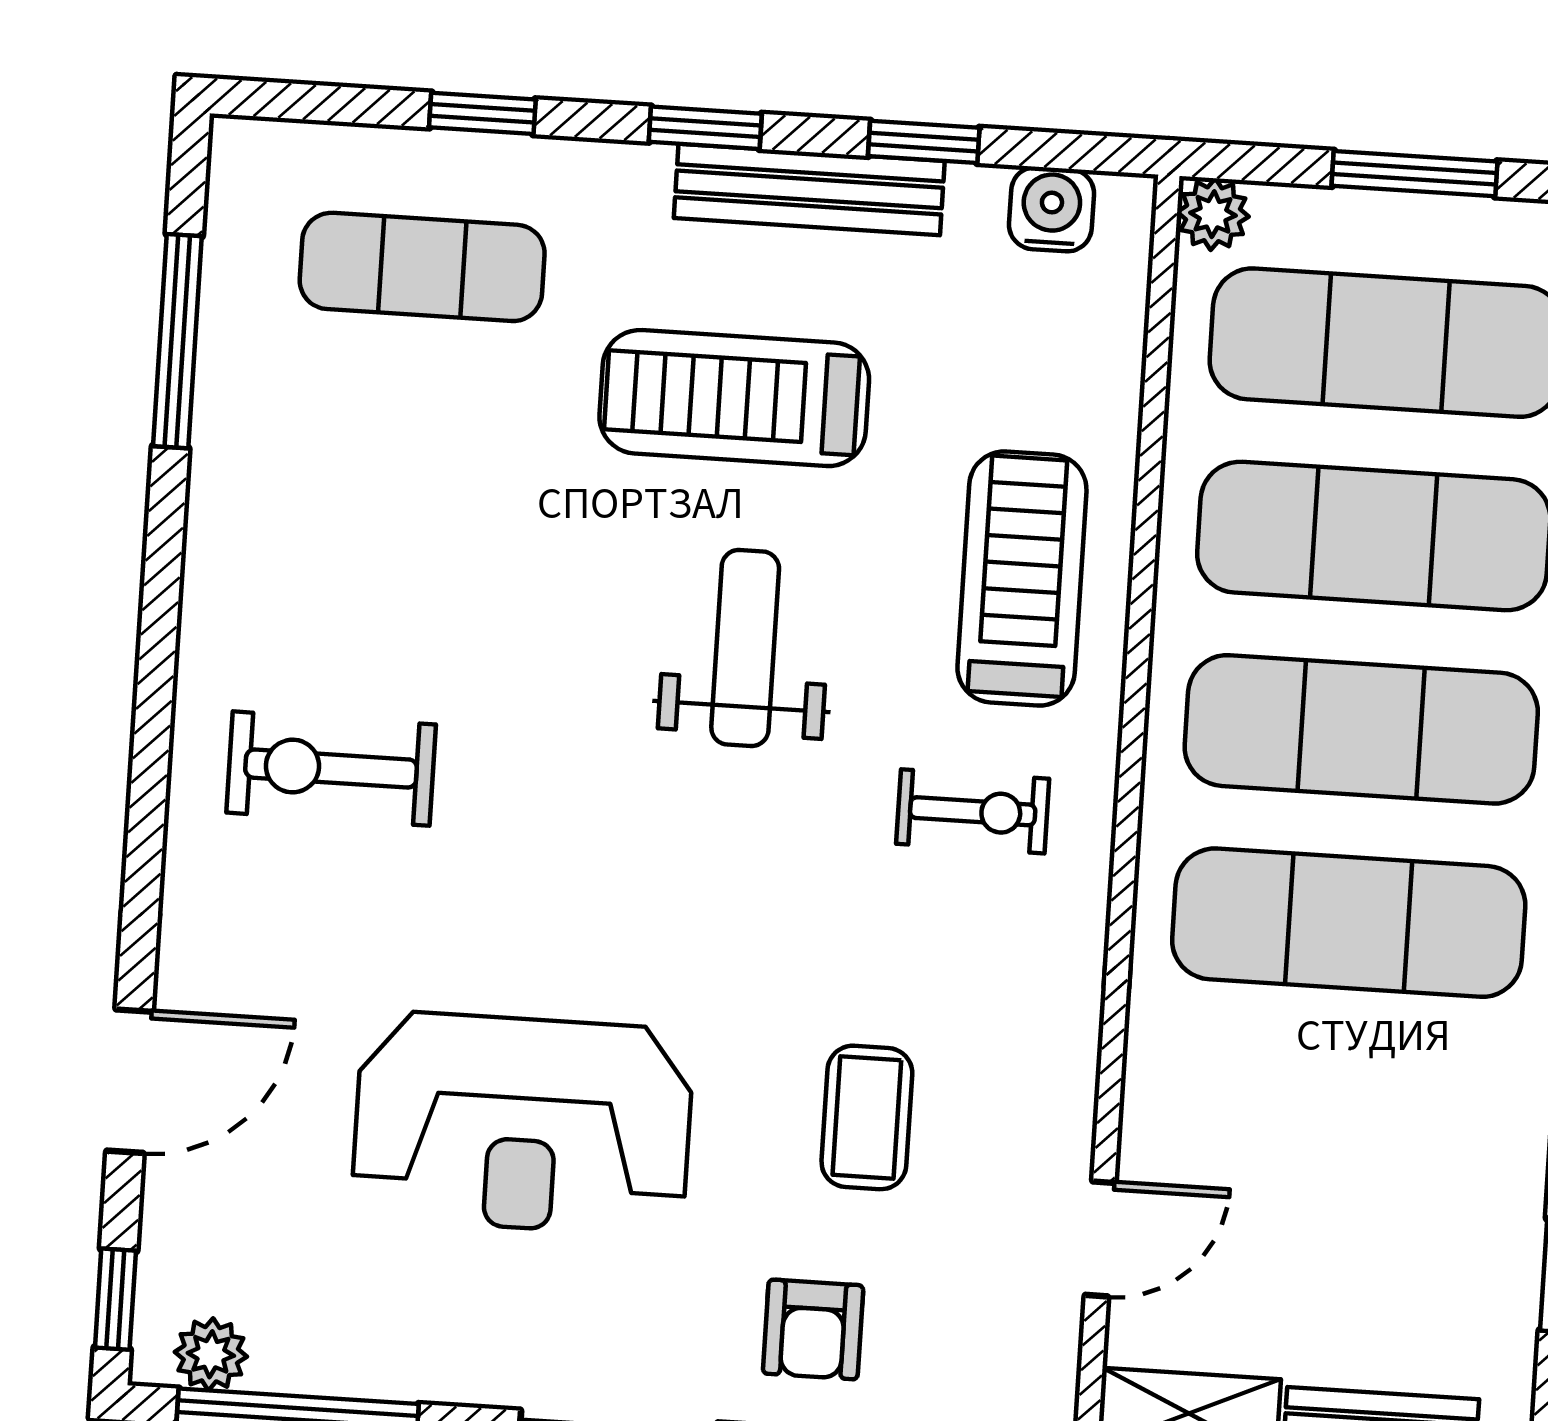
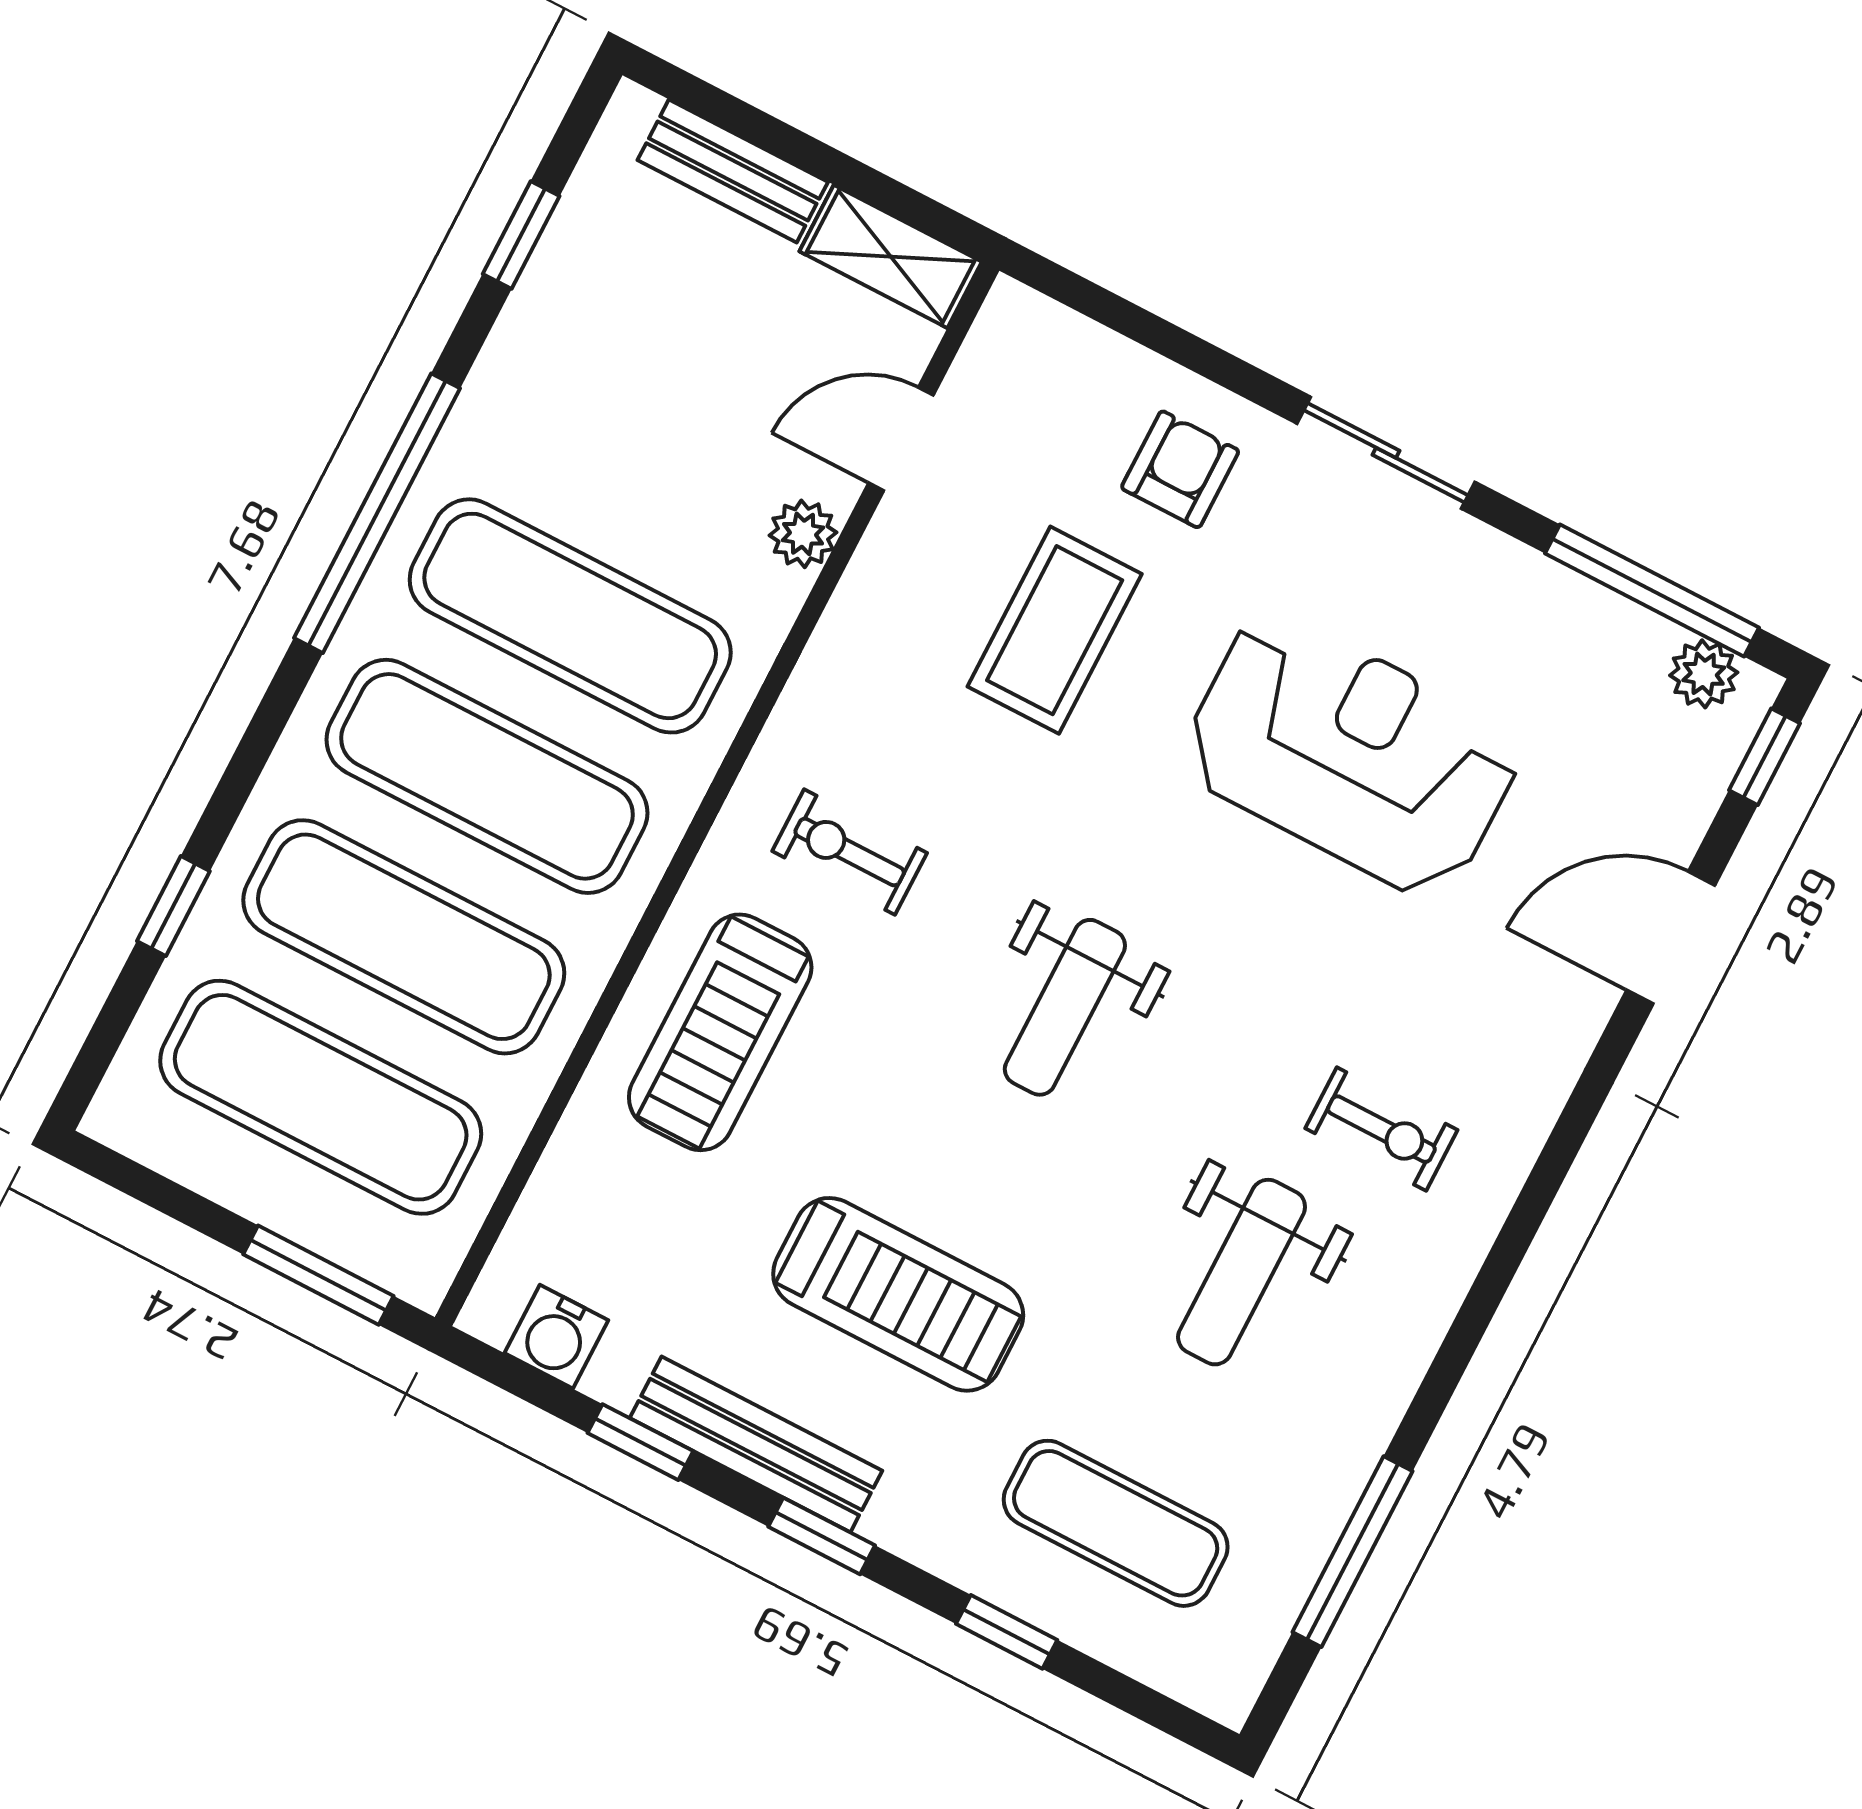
window: (1414, 174) -> (318, 1275), moved
plant: (1213, 214) -> (803, 534), moved
weight bench: (407, 568) -> (1242, 1272), added
weight bench: (745, 648) -> (1065, 1007), moved
exercise bike: (331, 769) -> (1381, 1129), width x0.73, depth x0.72
coffee table: (867, 1117) -> (1055, 630), width x1.36, depth x1.30

